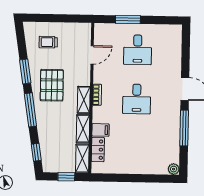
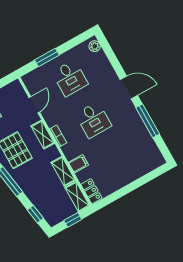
shelving: (84, 100) -> (43, 135), moved
locker: (98, 150) -> (91, 191), moved
plant: (174, 169) -> (95, 46), moved

